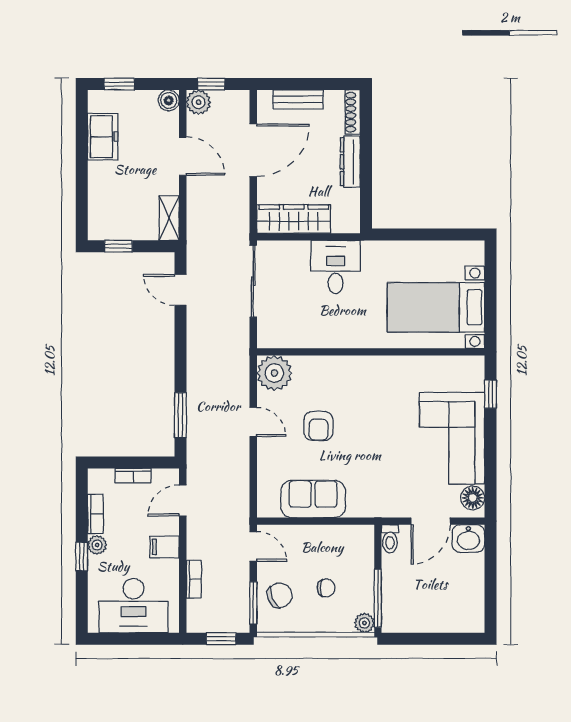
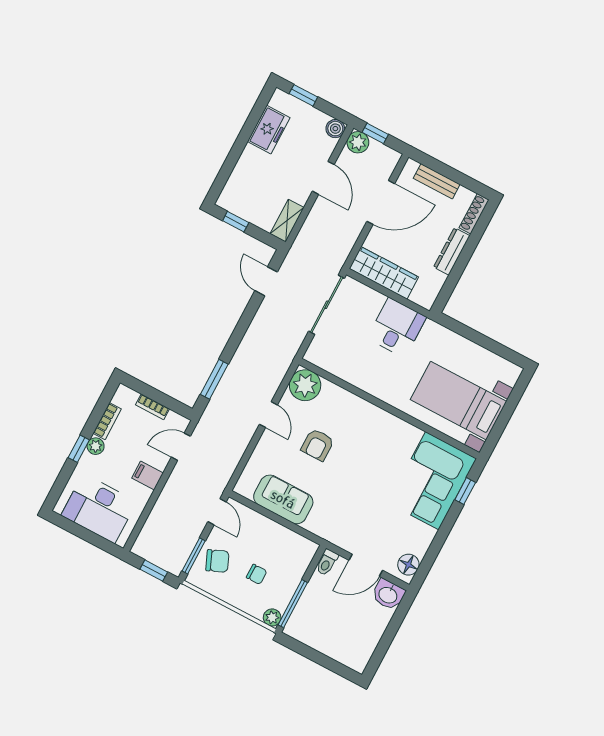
corner sofa: (452, 438) -> (432, 481), moved
bookcase: (194, 579) -> (157, 513), removed

